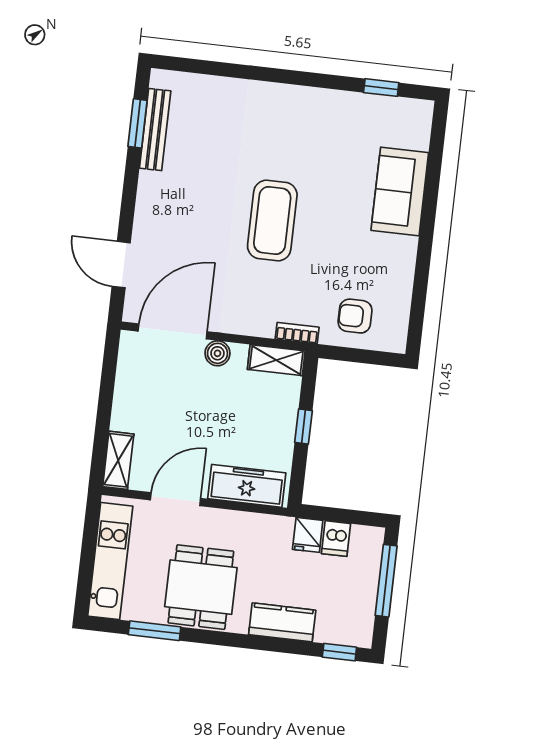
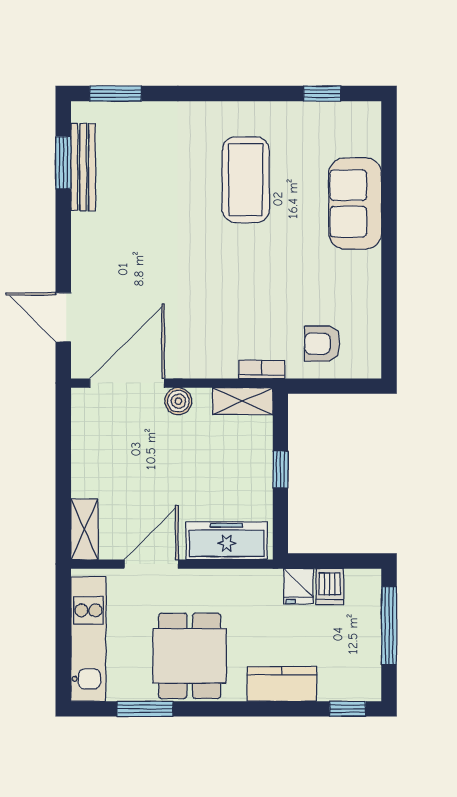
window: (193, 66) -> (115, 94), added
coffee table: (272, 220) -> (246, 180), moved

